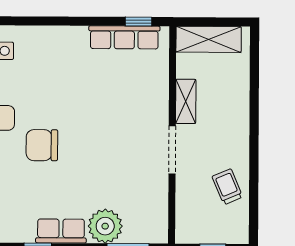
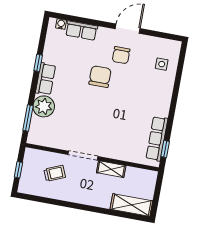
shelving: (209, 39) -> (131, 205), moved, turned 90
trolley: (227, 187) -> (55, 173), moved

